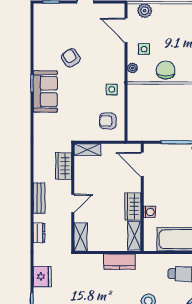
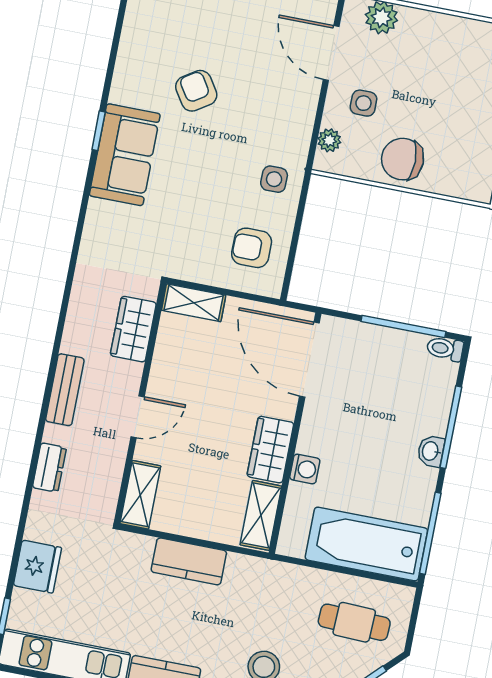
chair: (166, 70) -> (403, 159), turned -90
door: (142, 164) -> (309, 360), width x1.36
kitchen counter: (119, 262) -> (189, 561), moved

